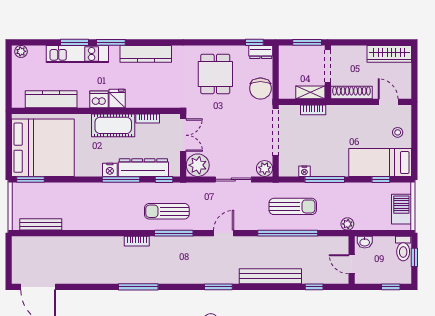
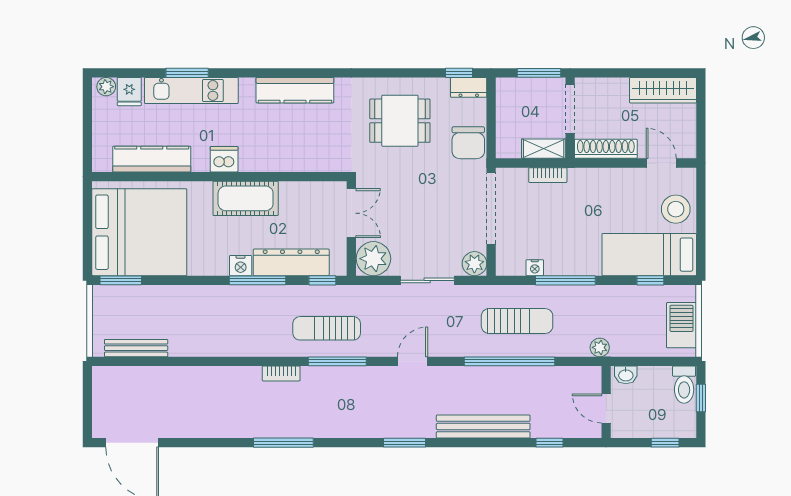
window: (111, 42) -> (242, 73), removed
dining table: (215, 74) -> (400, 121), turned 90
fridge: (117, 98) -> (129, 92), moved, turned 180
bookcase: (148, 119) -> (298, 188), removed
stool: (398, 132) -> (676, 209), width x1.89, depth x1.89

